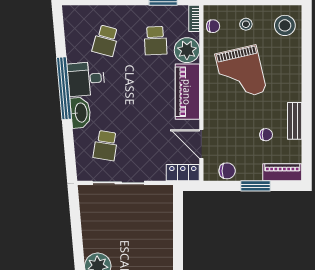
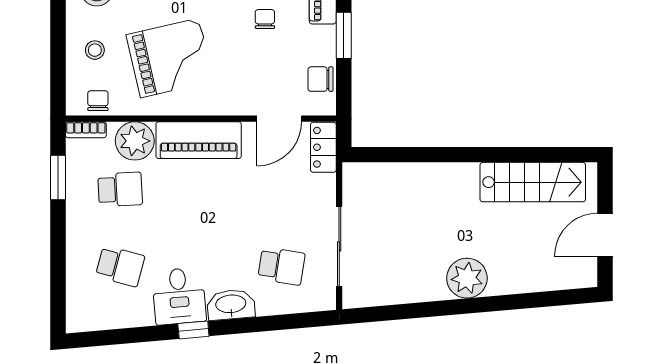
window: (64, 88) -> (193, 330), width x0.32
chair: (227, 171) -> (321, 79), turned -90

